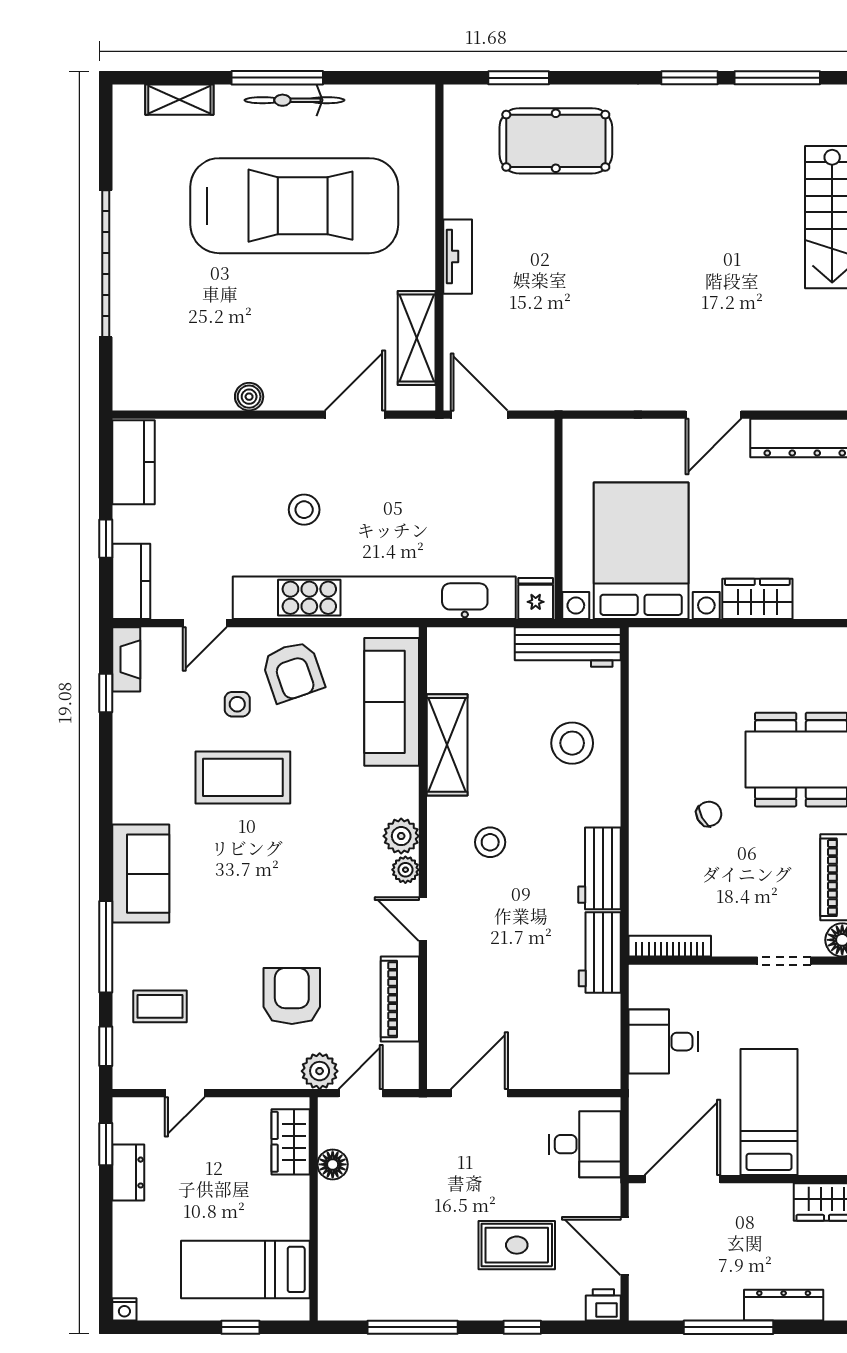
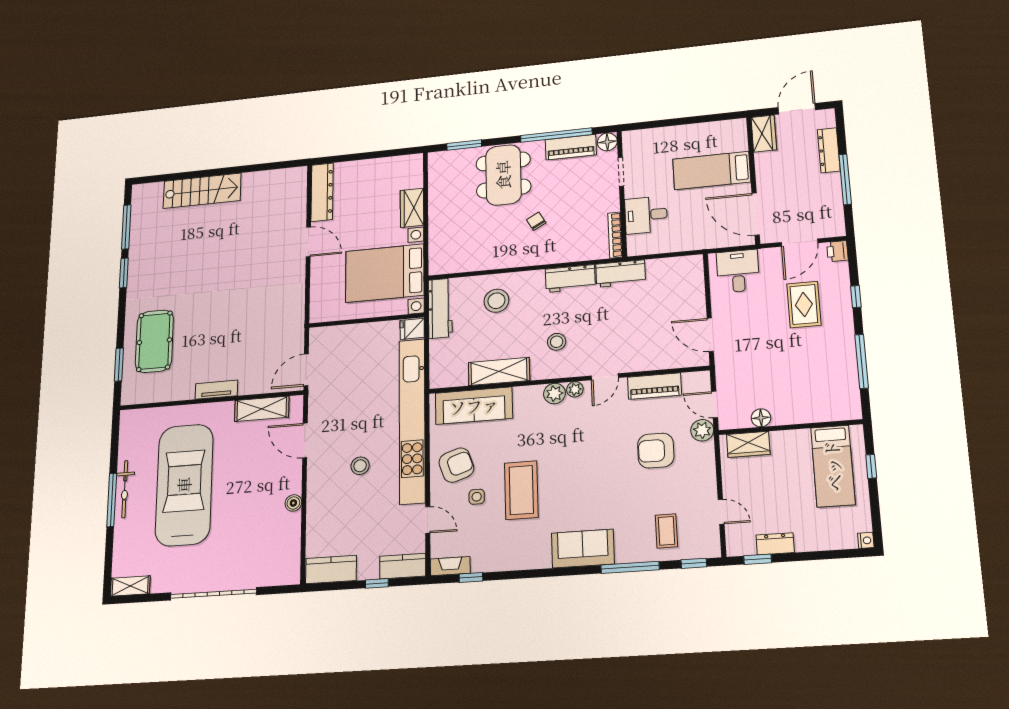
shelving: (179, 100) -> (130, 586), moved, turned 90
desk: (663, 1042) -> (646, 215), moved, turned 90

